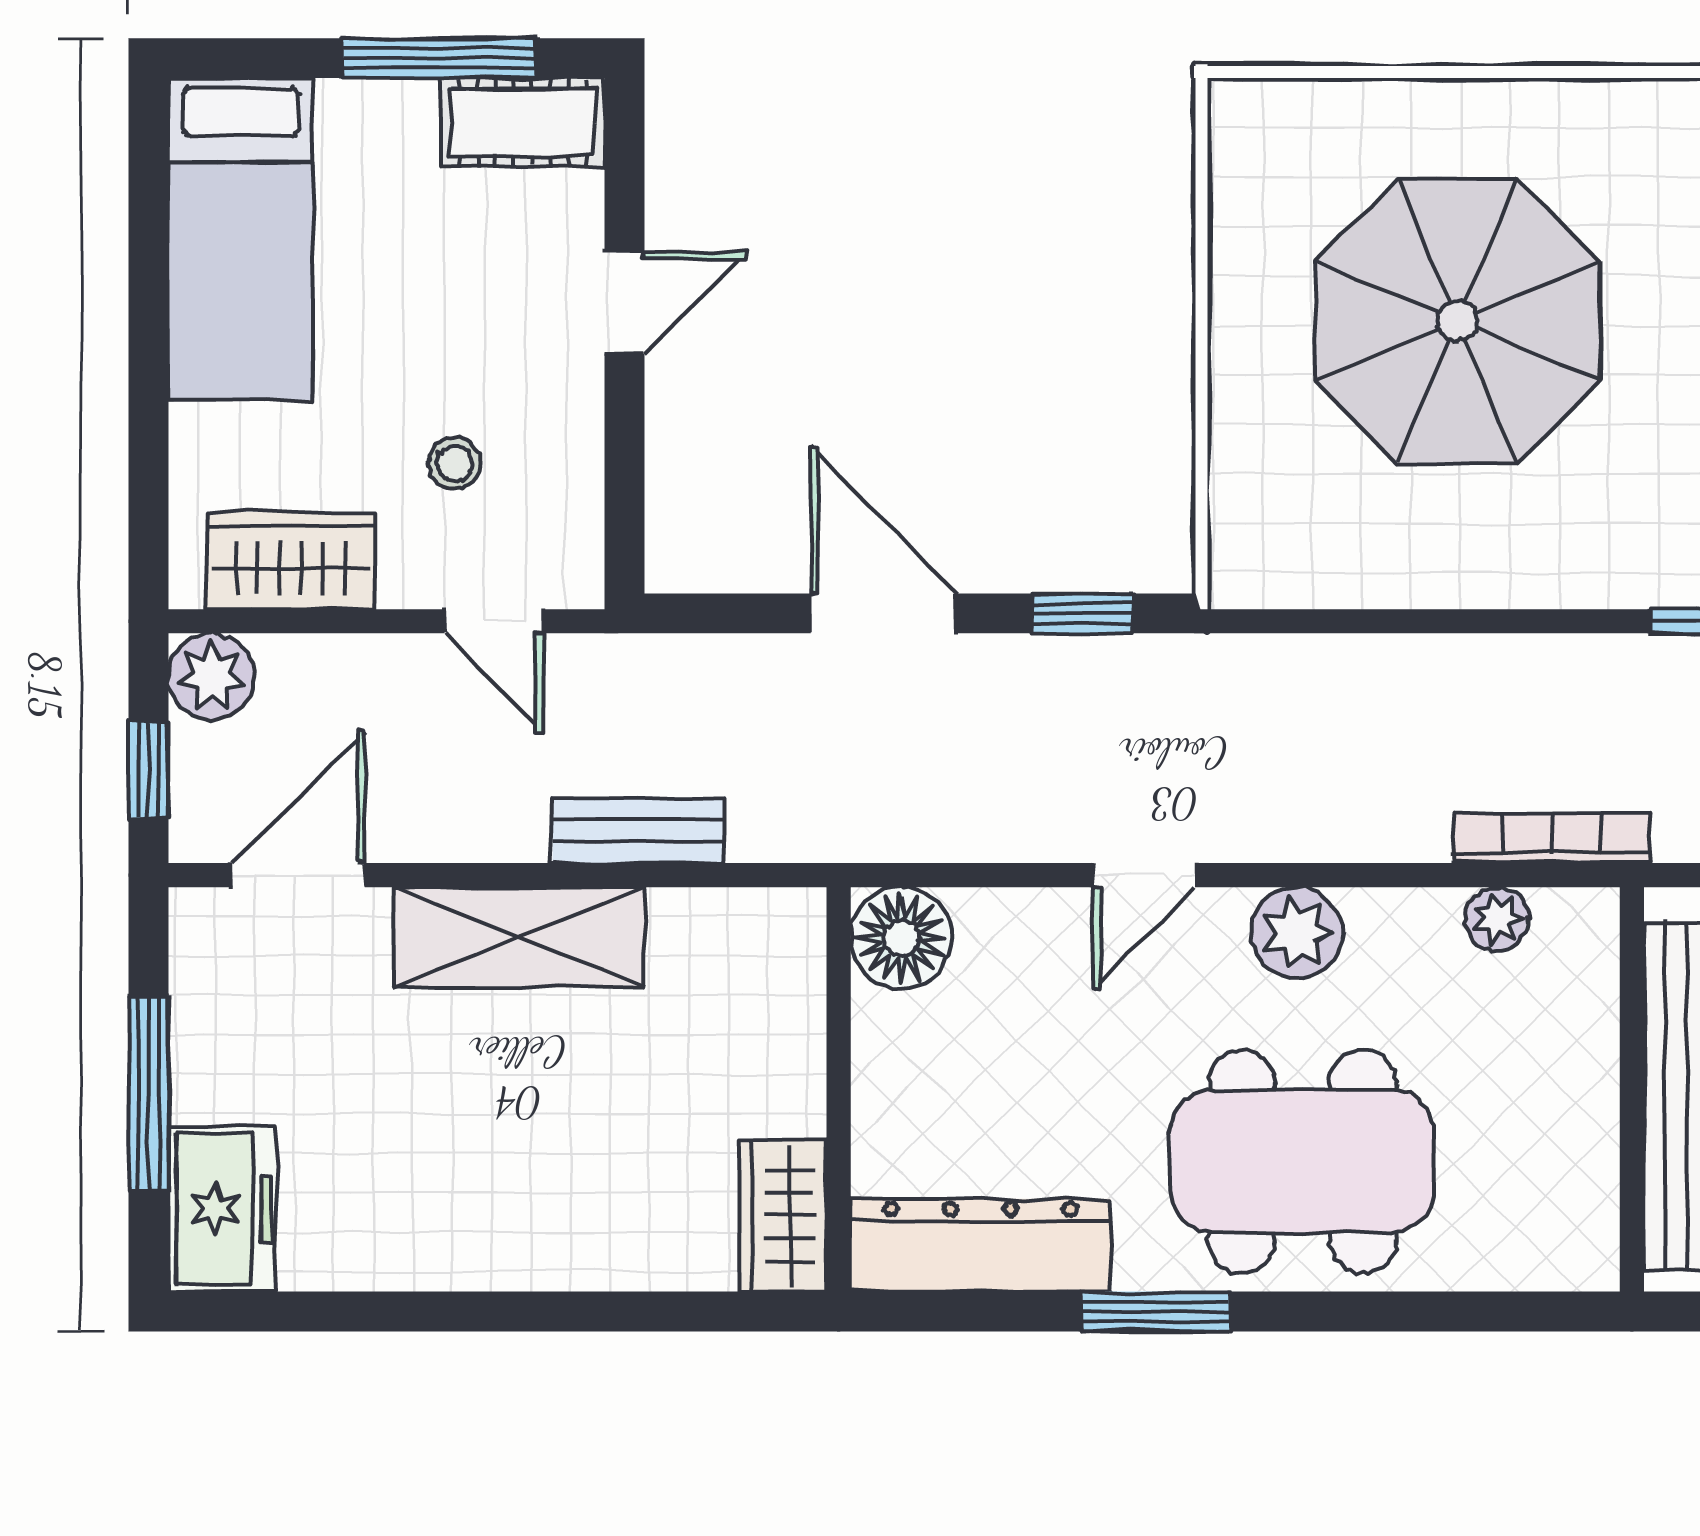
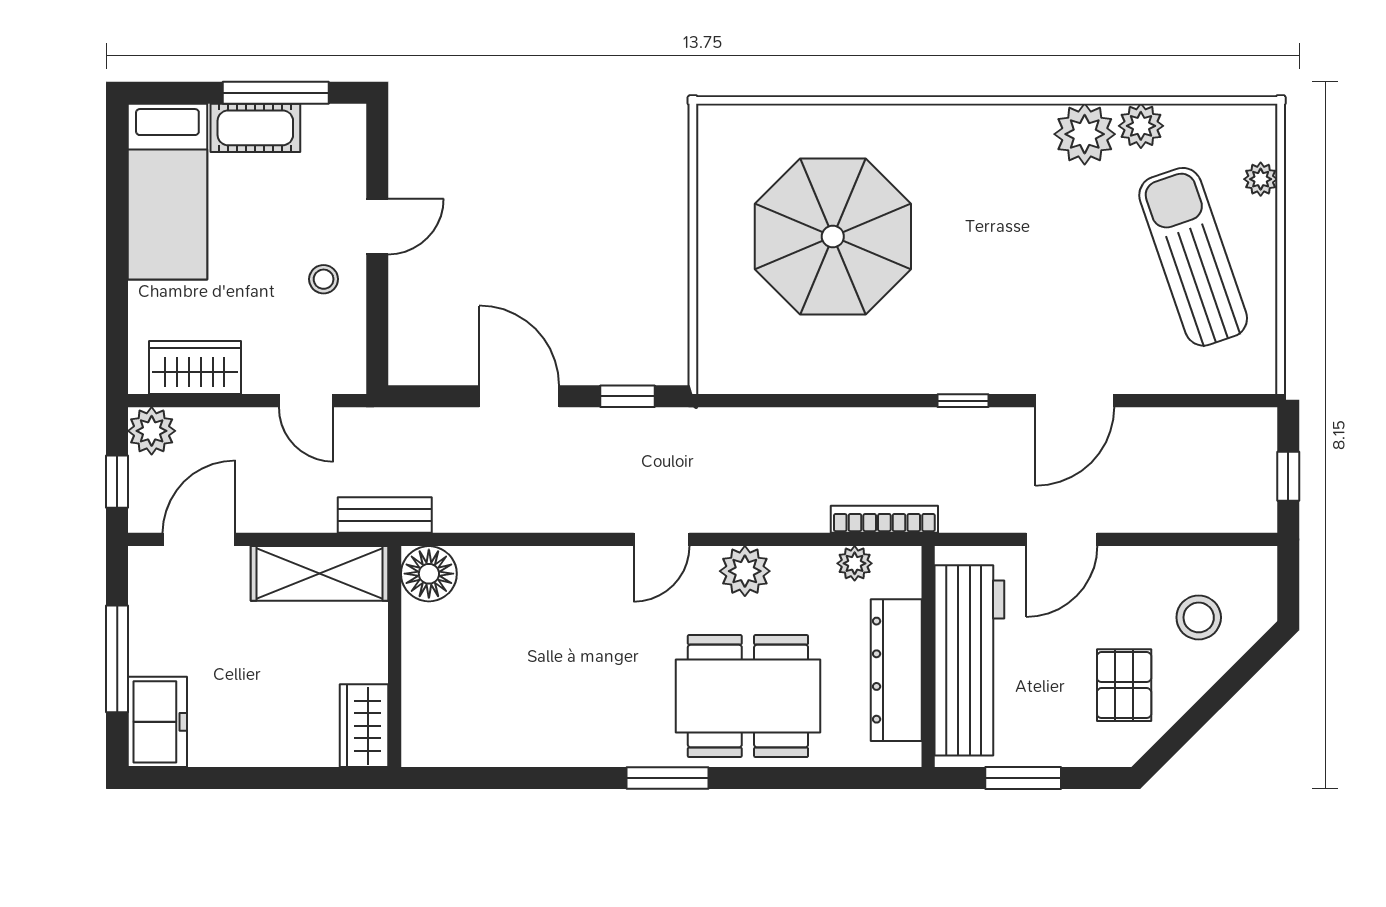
cot: (523, 122) -> (255, 128), moved
stool: (455, 463) -> (324, 279), moved
floor lamp: (901, 938) -> (429, 574), moved
wall: (839, 1089) -> (395, 657), moved
wardrobe: (783, 1216) -> (364, 726), moved
dresser: (980, 1245) -> (896, 670), moved, turned -90

